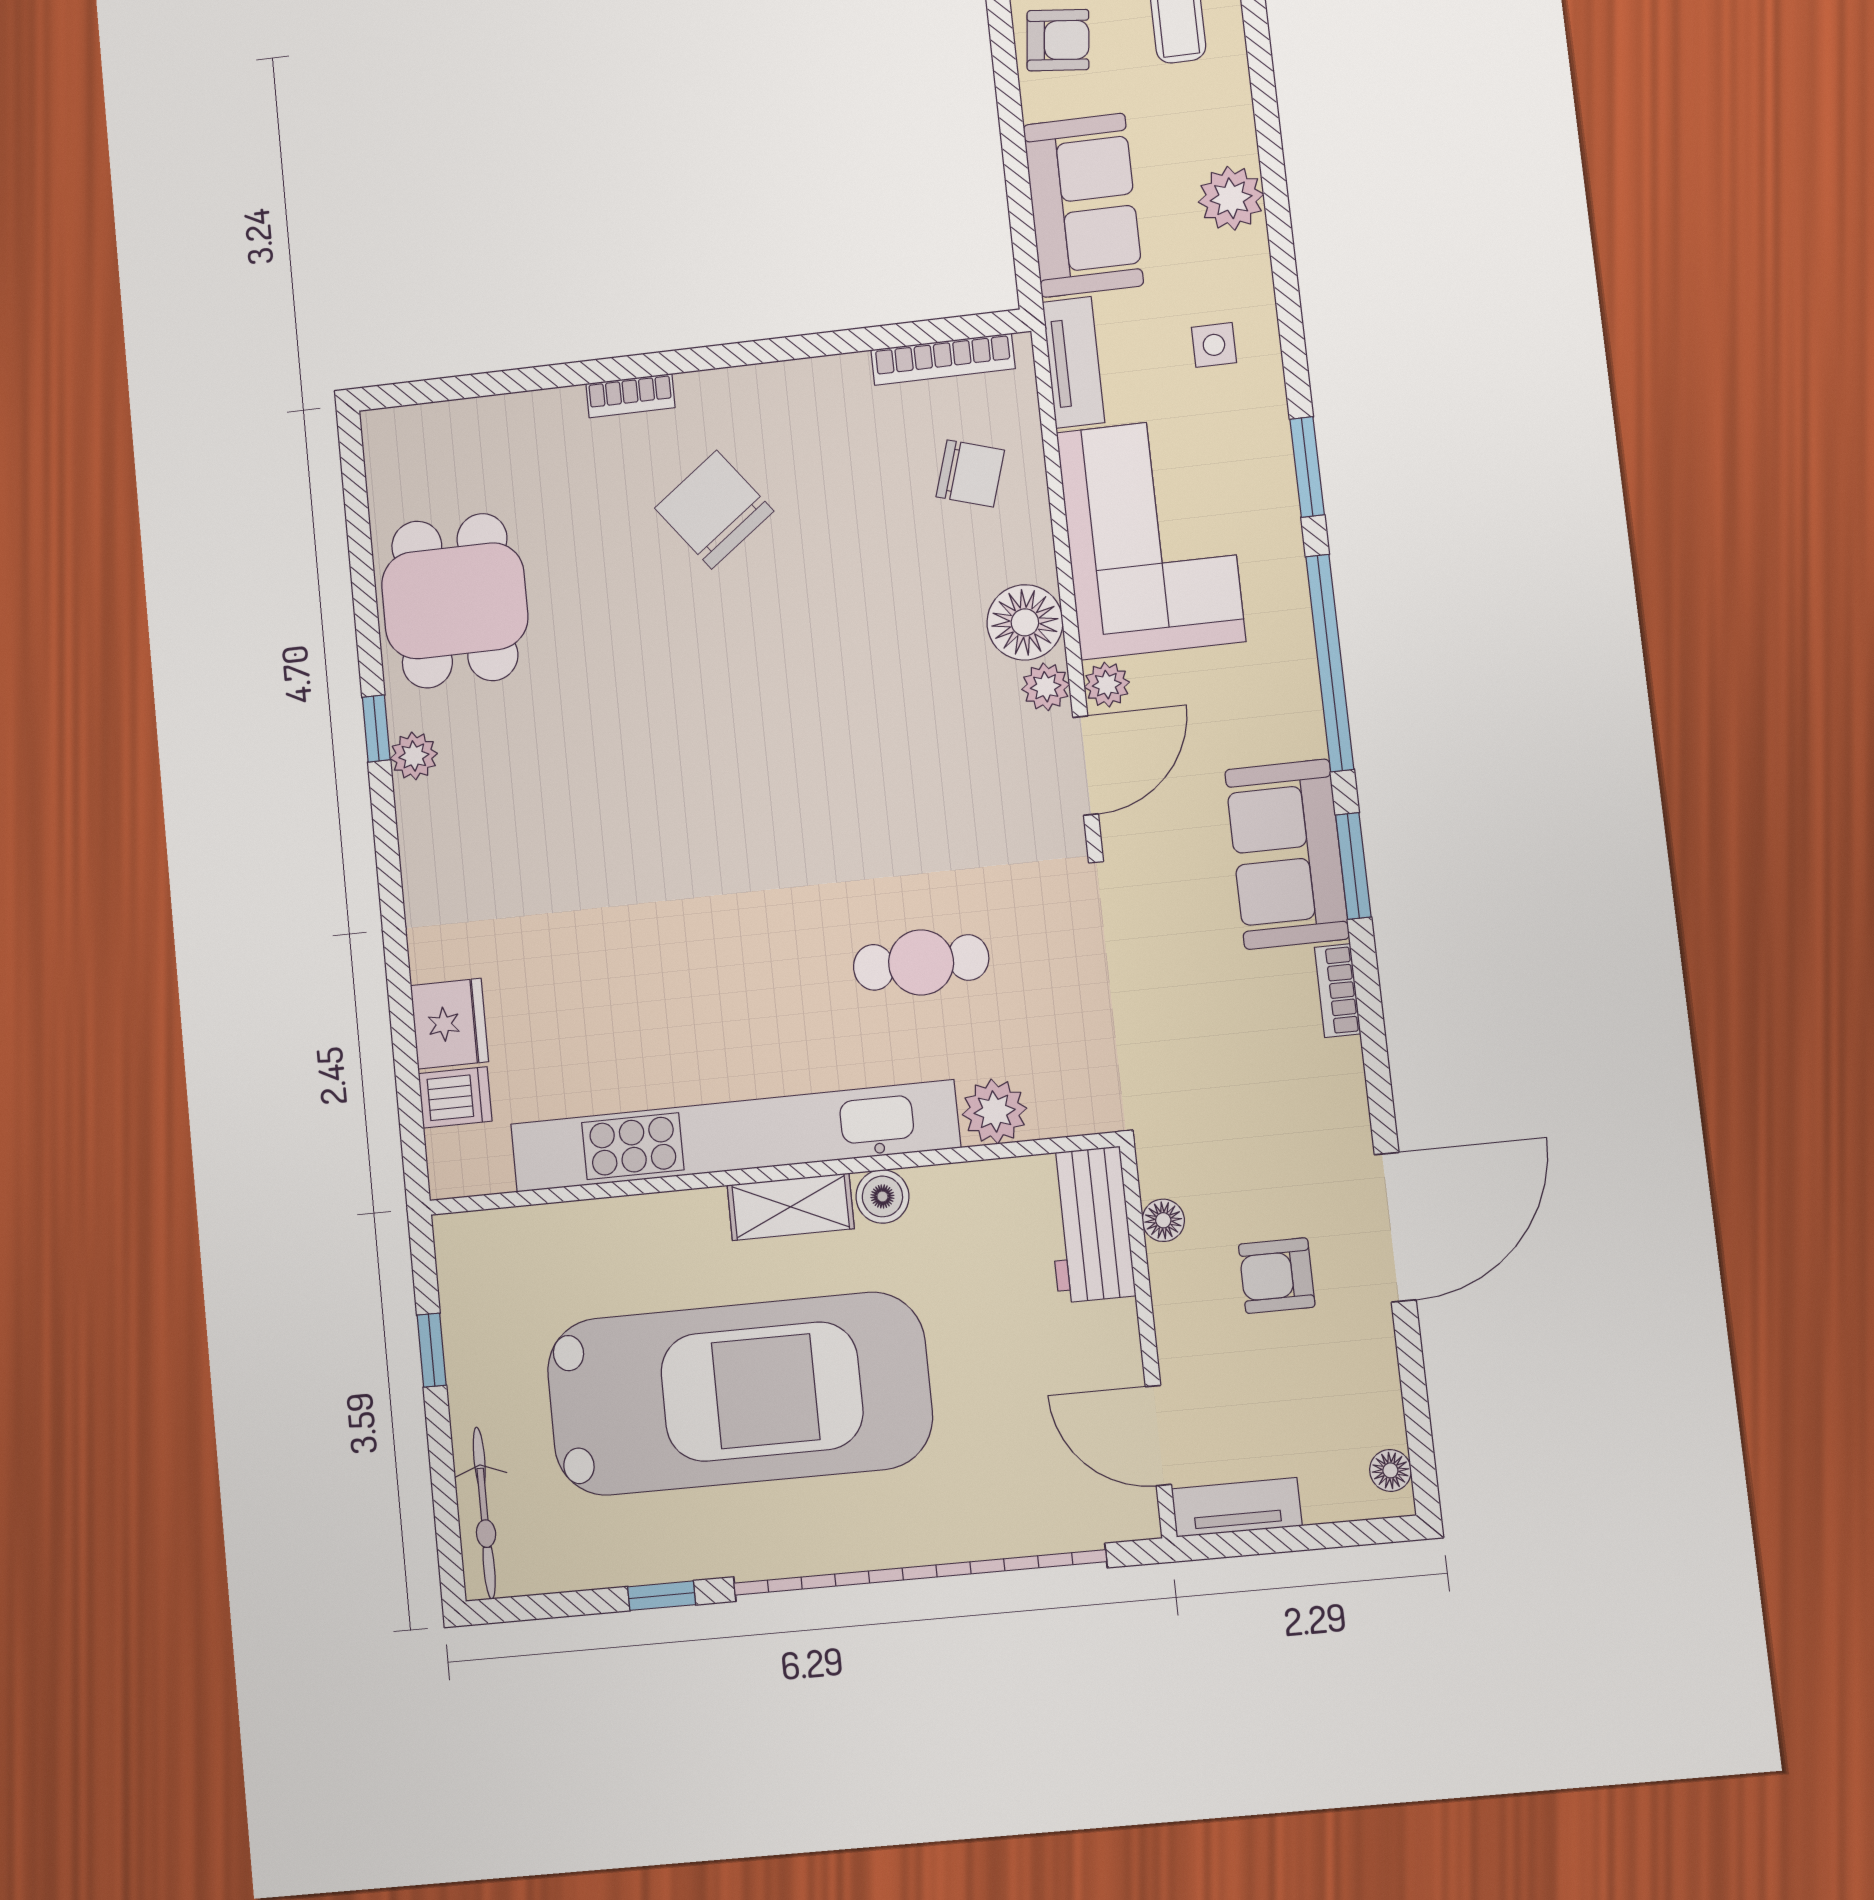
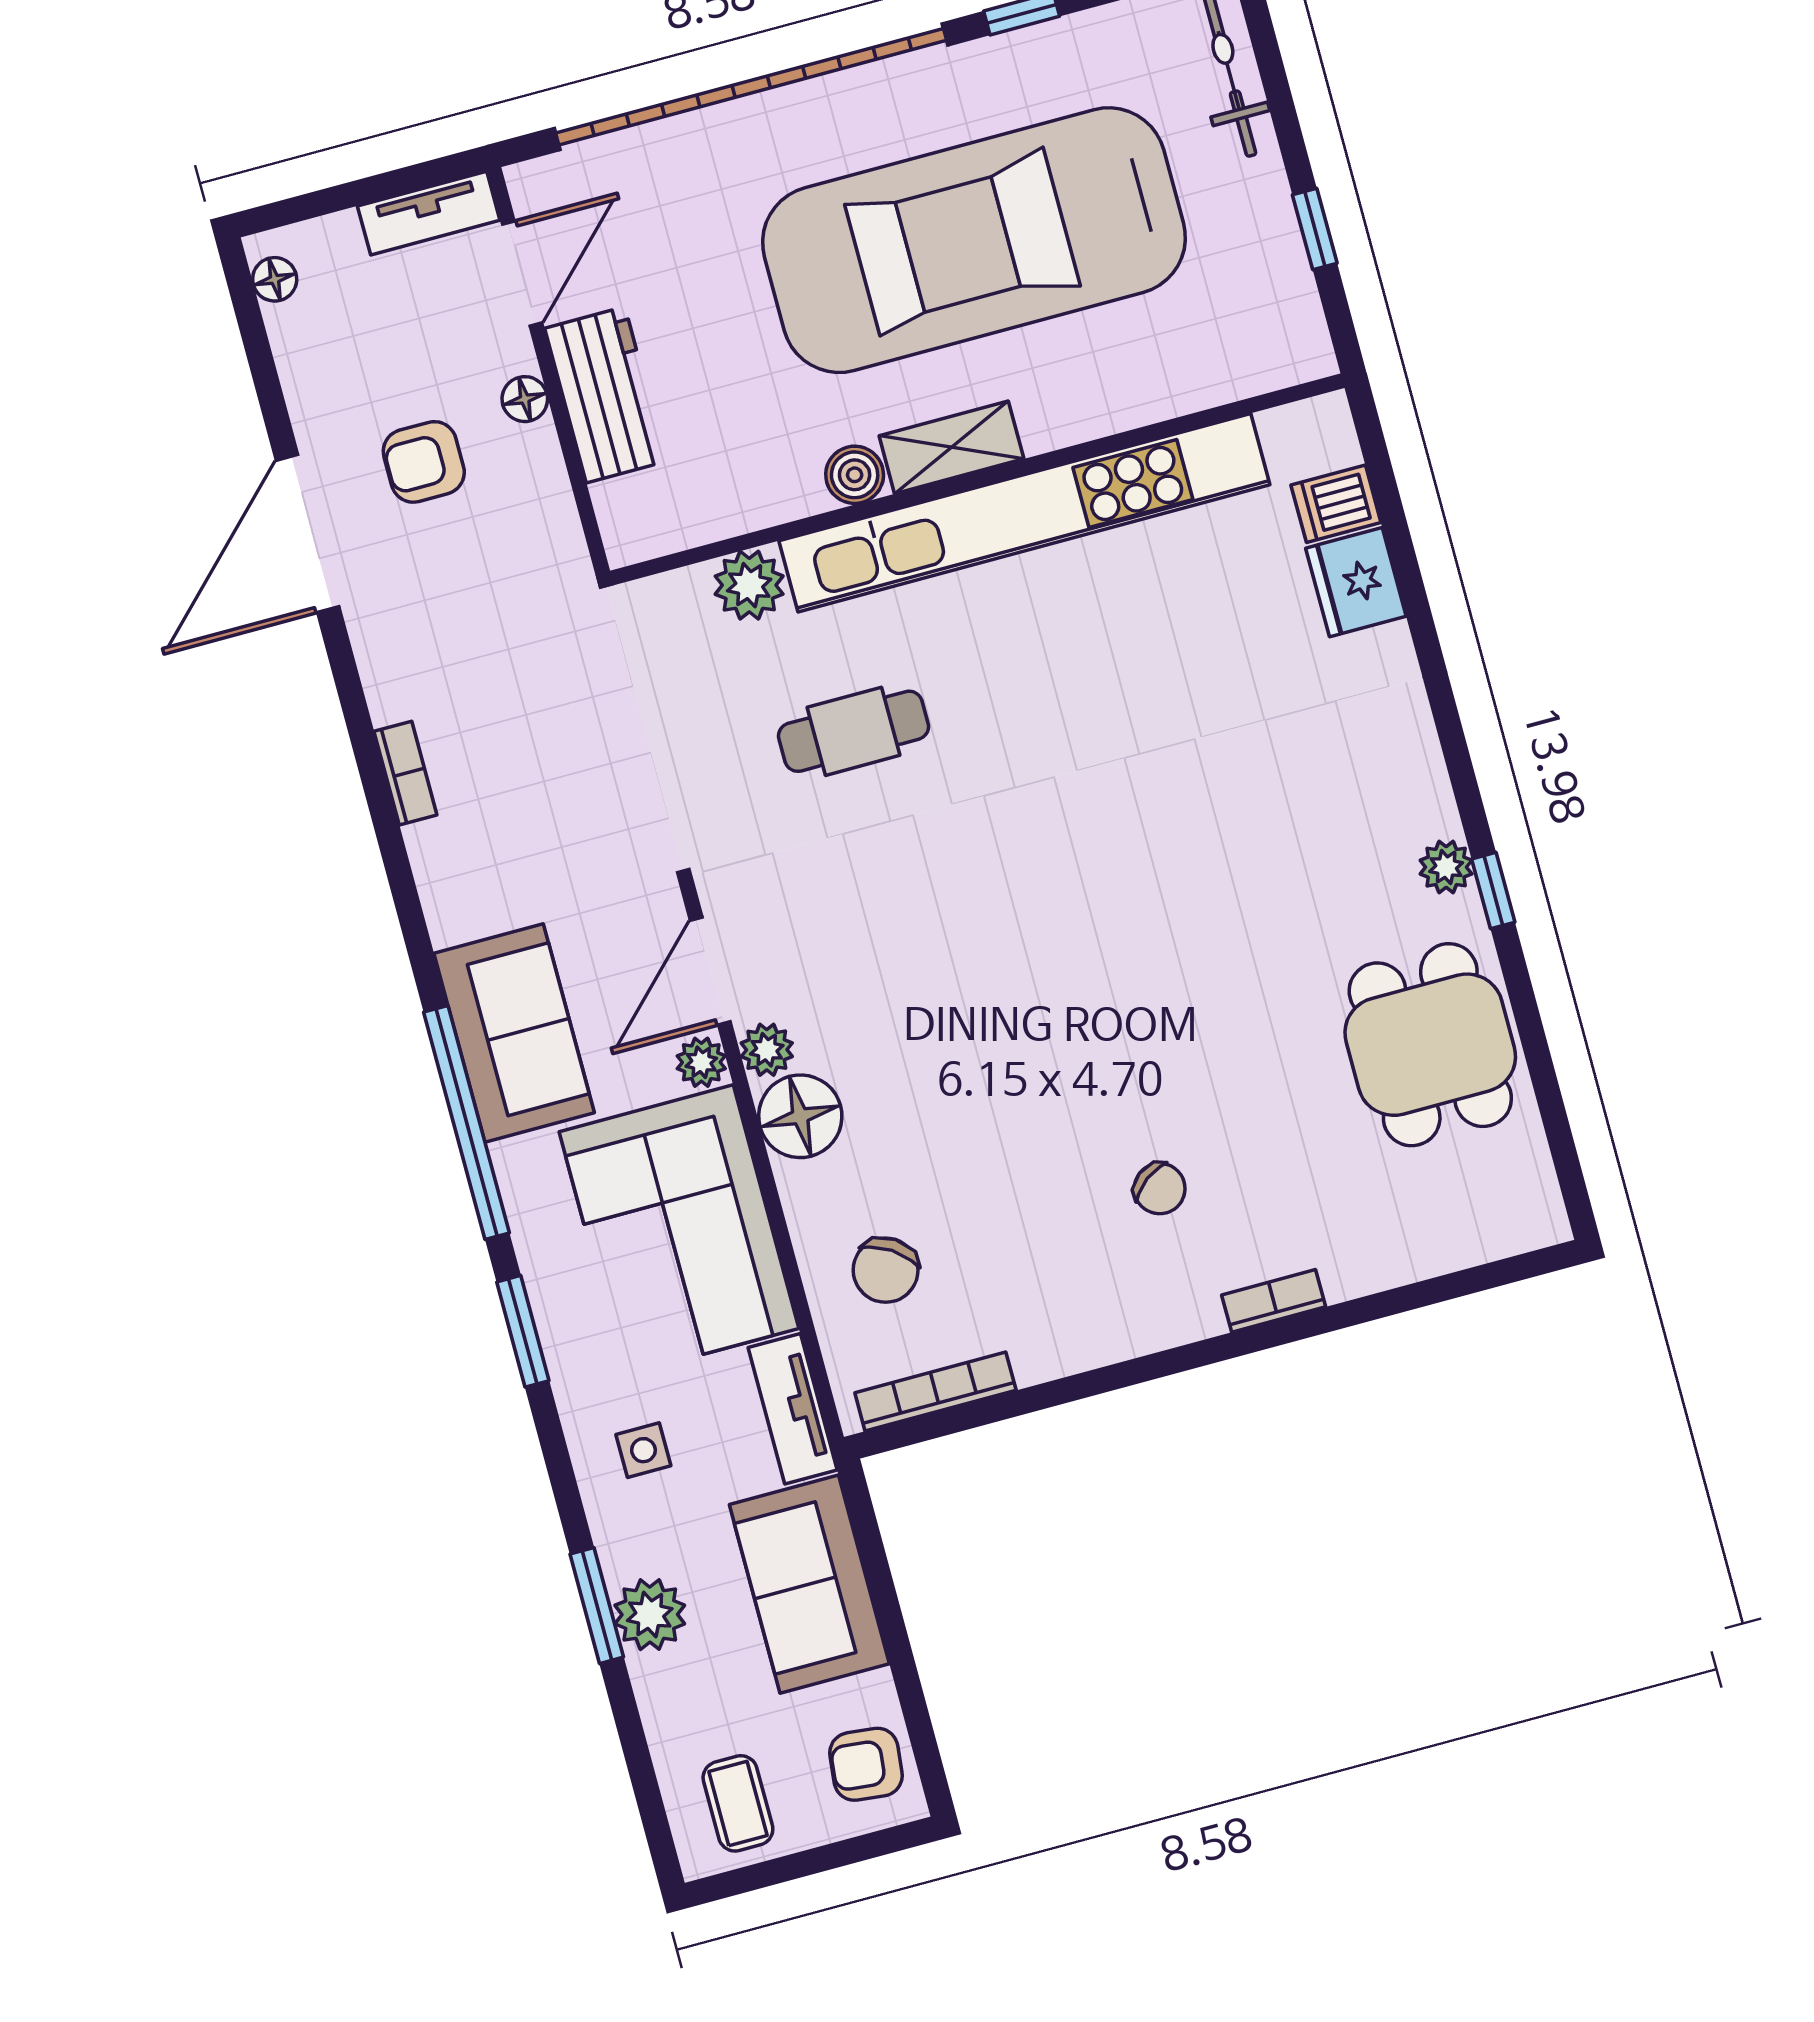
chair: (970, 473) -> (886, 1270), turned -74
chair: (714, 510) -> (1160, 1189), width x0.54, depth x0.54
sofa: (1287, 854) -> (514, 1033), moved
window: (1353, 866) -> (597, 1606), moved
floor lamp: (1163, 1220) -> (525, 399), moved
workbench: (1090, 1224) -> (606, 395), moved
armchair: (1277, 1276) -> (424, 462), turned 180
door: (1158, 1435) -> (522, 273), hinge flipped

